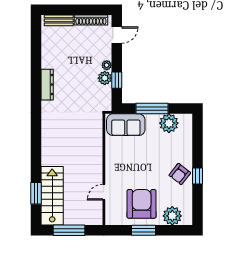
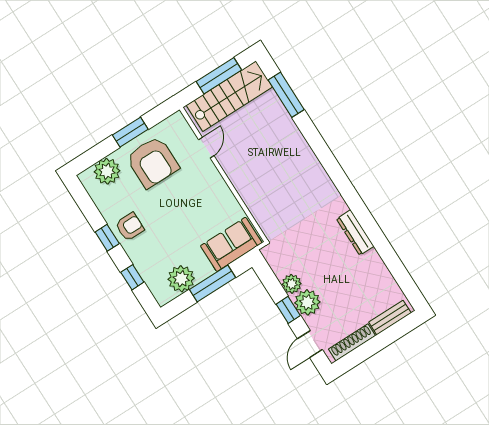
plant: (107, 65) -> (307, 302), width x1.87, depth x1.87
window: (117, 80) -> (288, 310), moved
window: (198, 143) -> (132, 277), added
armchair: (180, 174) -> (130, 227), turned 52
window: (36, 193) -> (286, 95), width x1.44
stairs: (52, 196) -> (229, 96), moved, turned -90

